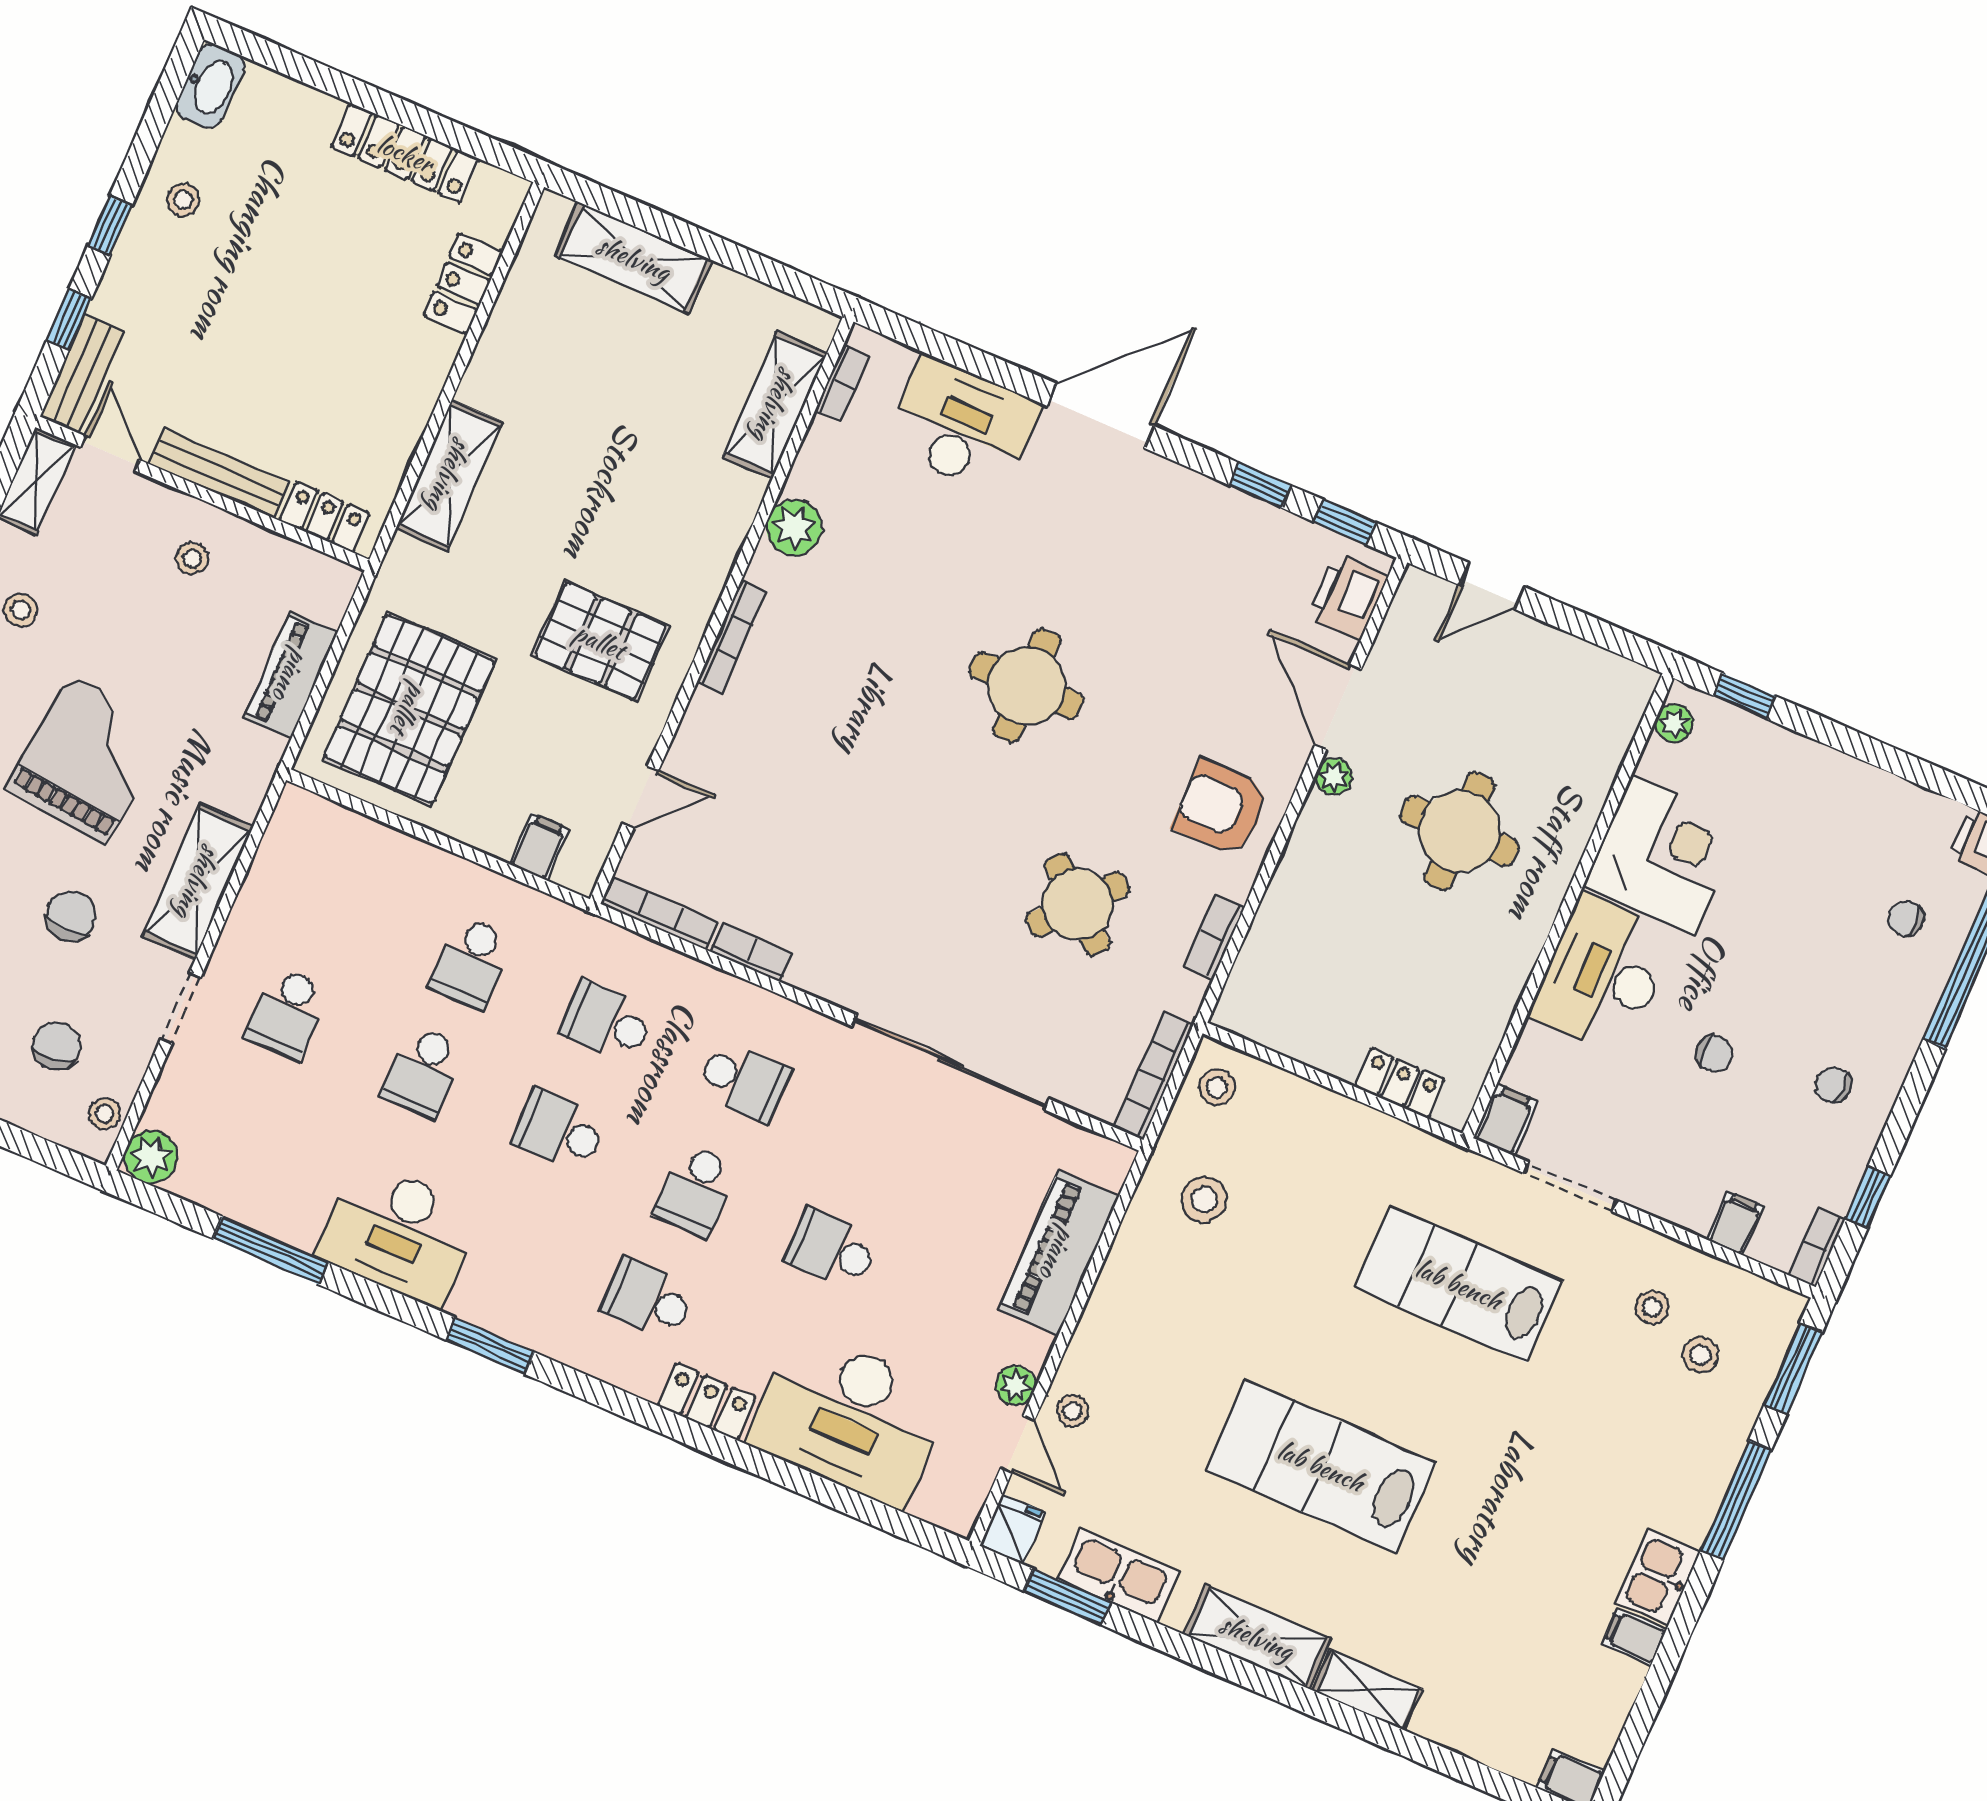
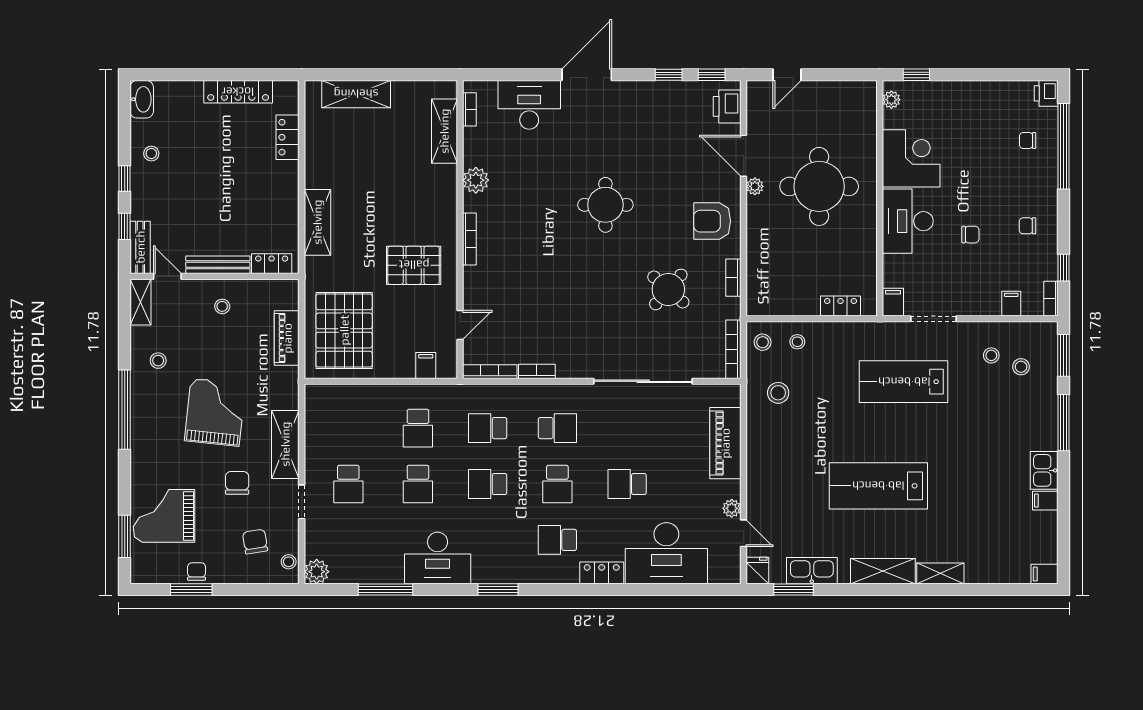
round table: (1460, 831) -> (819, 186), width x1.36, depth x1.36
stool: (1073, 1411) -> (797, 342), moved

